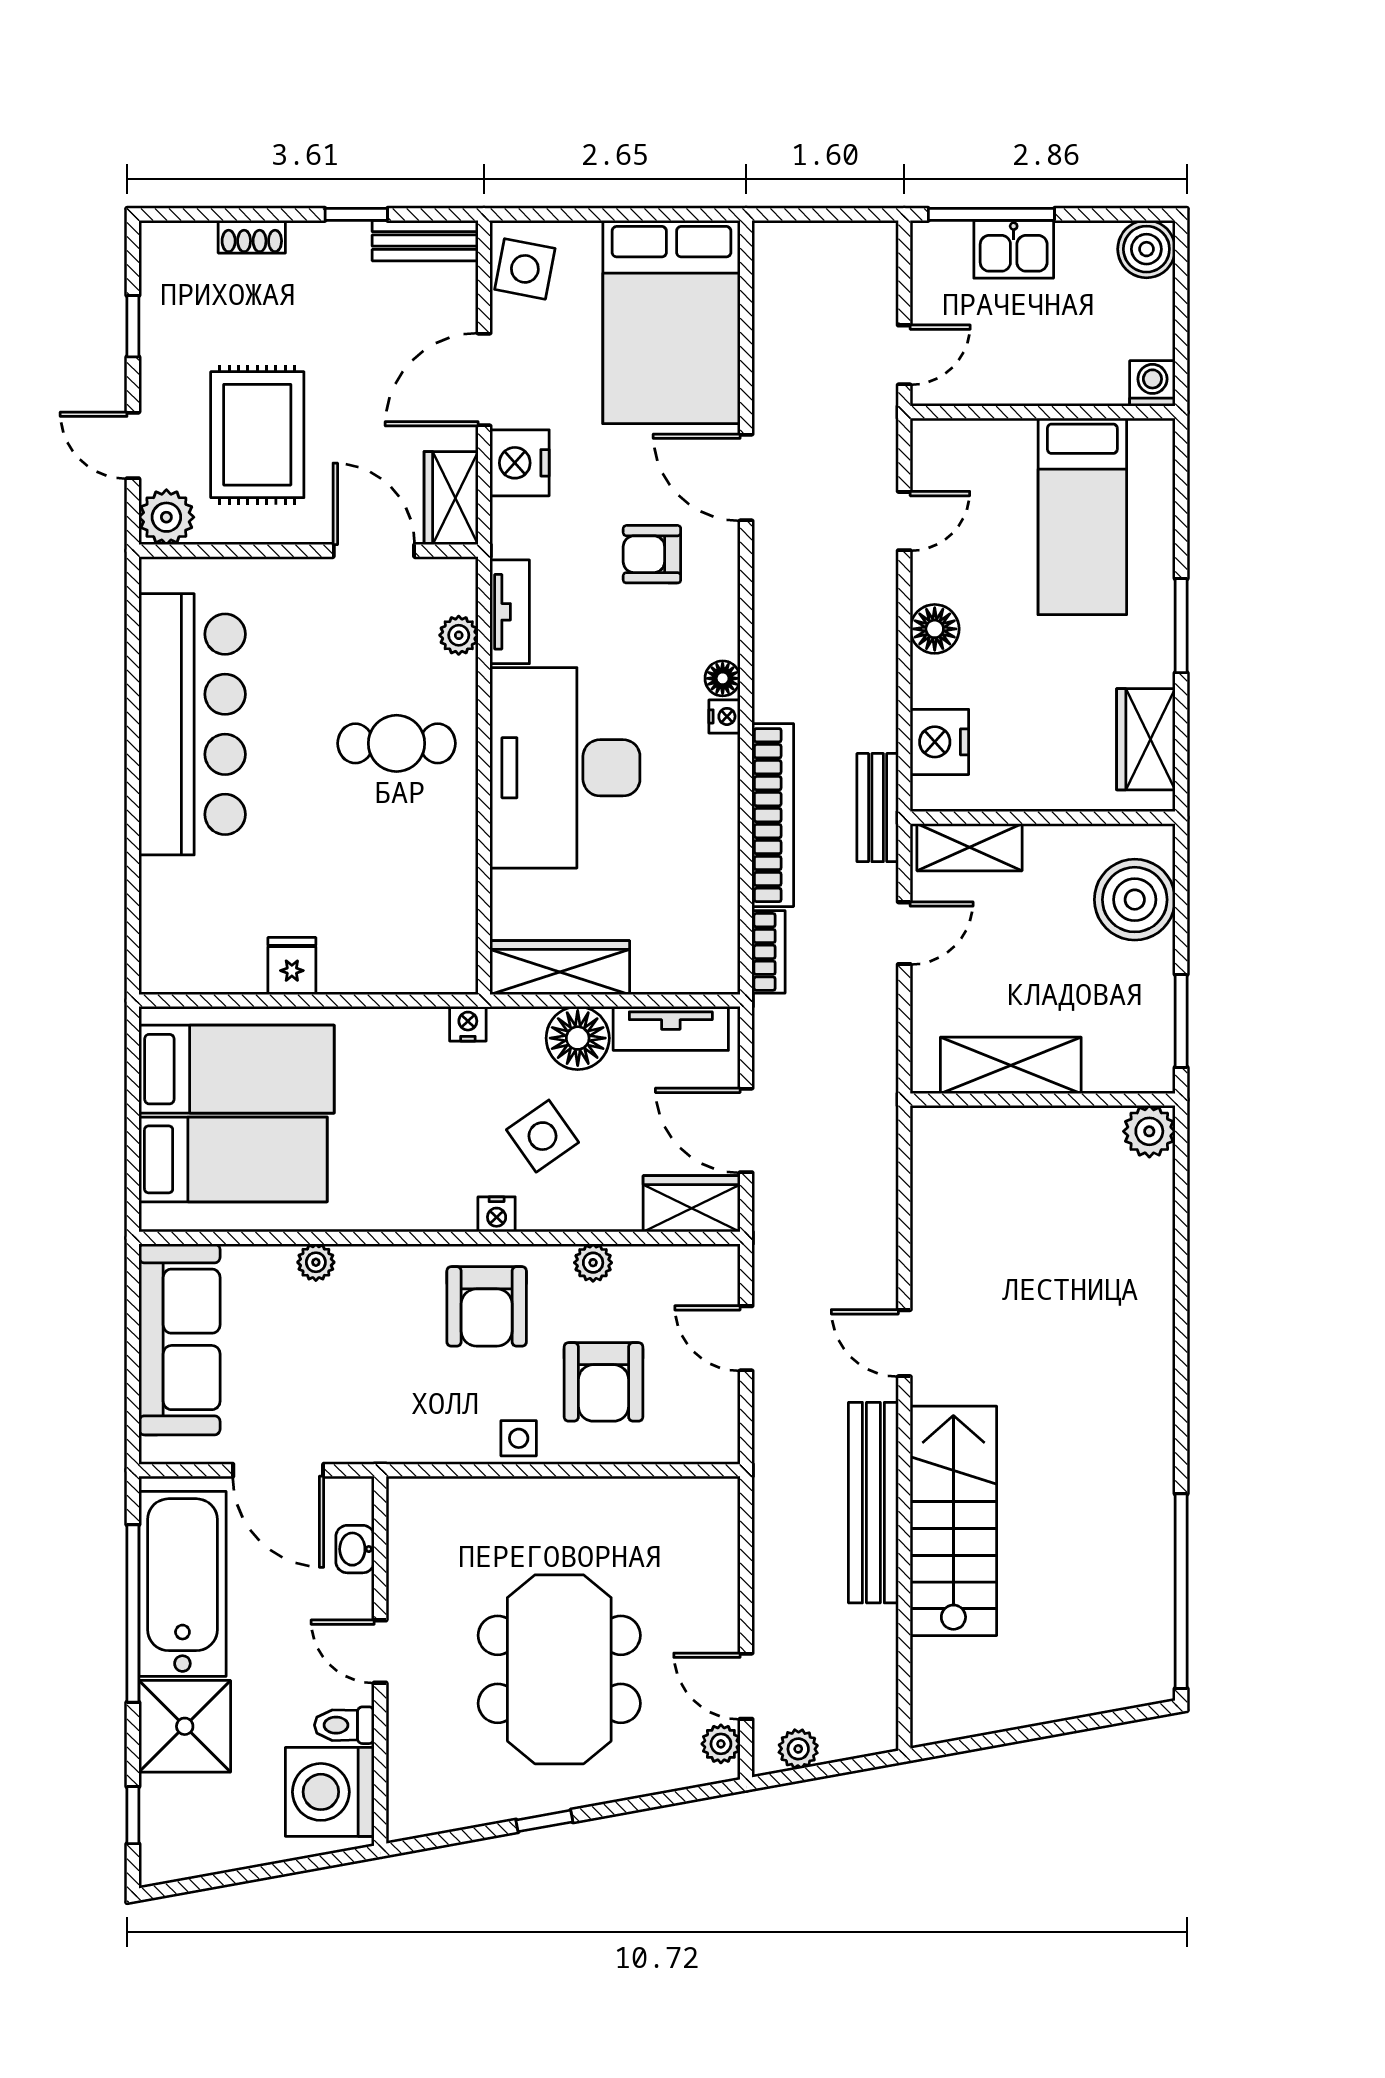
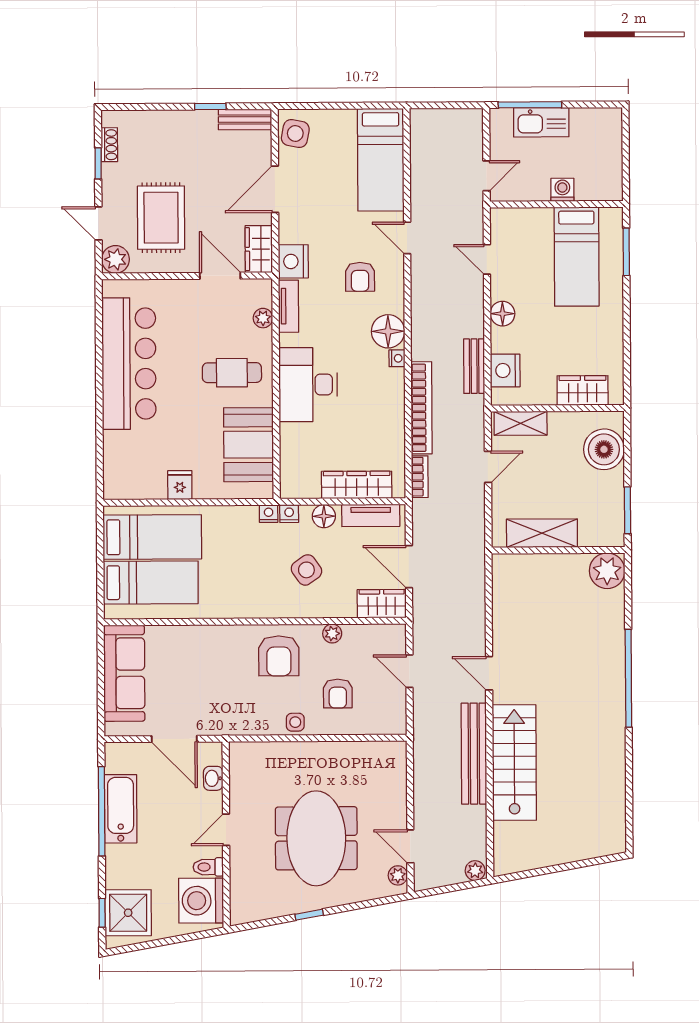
shoe rack: (252, 237) -> (109, 145), moved, turned -90
kitchen sink: (1014, 249) -> (541, 122), width x1.38
boiler: (1146, 249) -> (608, 122), removed
bed: (671, 322) -> (381, 160), width x0.67
washing machine: (1152, 383) -> (562, 190), moved
nightstand: (520, 463) -> (293, 261), moved
door: (746, 477) -> (407, 238), width x0.73
door: (904, 521) -> (487, 259), swing flipped
armchair: (652, 554) -> (360, 277), turned -90
window: (1181, 626) -> (626, 252), moved
floor lamp: (723, 678) -> (388, 331), width x1.89, depth x1.89
wardrobe: (1146, 739) -> (583, 390), moved, turned 90
desk: (565, 768) -> (308, 385), width x0.73, depth x0.77
bench: (878, 808) -> (474, 366), moved
booth: (429, 887) -> (249, 445), added
wardrobe: (560, 968) -> (357, 485), moved
floor lamp: (578, 1038) -> (324, 516), width x0.73, depth x0.73
plant: (1149, 1131) -> (607, 571), width x1.36, depth x1.36
nightstand: (497, 1214) -> (289, 514), moved, turned 180
plant: (316, 1262) -> (193, 634), removed
armchair: (604, 1382) -> (338, 694), width x0.72, depth x0.72
bathtub: (182, 1584) -> (121, 809), width x0.73, depth x0.73
window: (1181, 1591) -> (628, 678), moved
door: (380, 1651) -> (226, 830), hinge flipped
shower: (185, 1726) -> (128, 913), moved
plant: (798, 1749) -> (475, 871), moved

